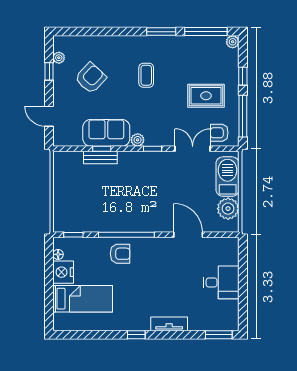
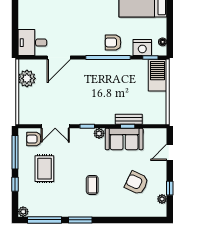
armchair: (91, 78) -> (137, 183), turned 72
rug: (206, 96) -> (44, 169), turned 90
door: (49, 116) -> (170, 152), swing flipped
armchair: (219, 133) -> (34, 139), turned 180
barbecue: (228, 177) -> (158, 75), moved, turned 180
door: (188, 235) -> (59, 58), hinge flipped
nightstand: (63, 272) -> (142, 48), moved, turned 90
desk: (221, 282) -> (32, 43), moved

